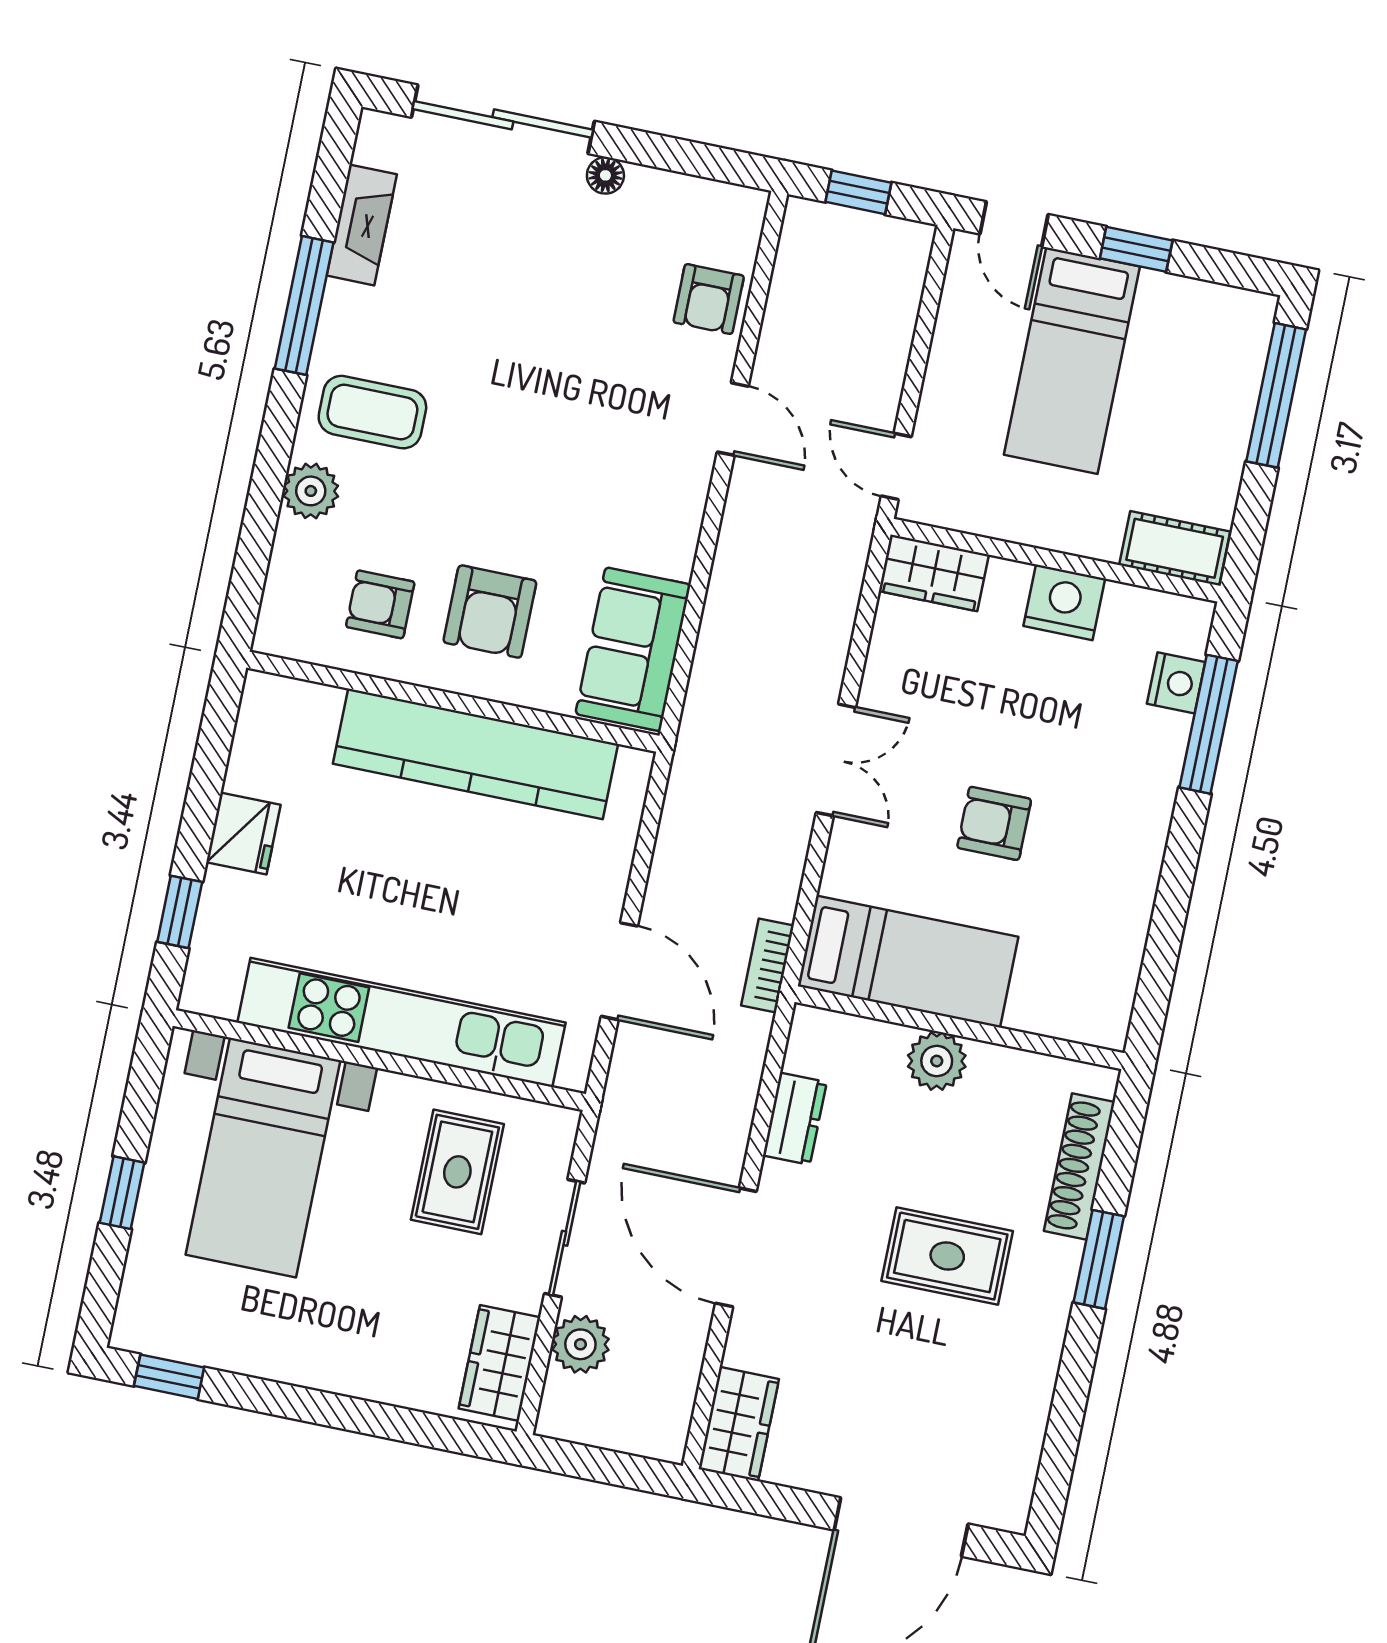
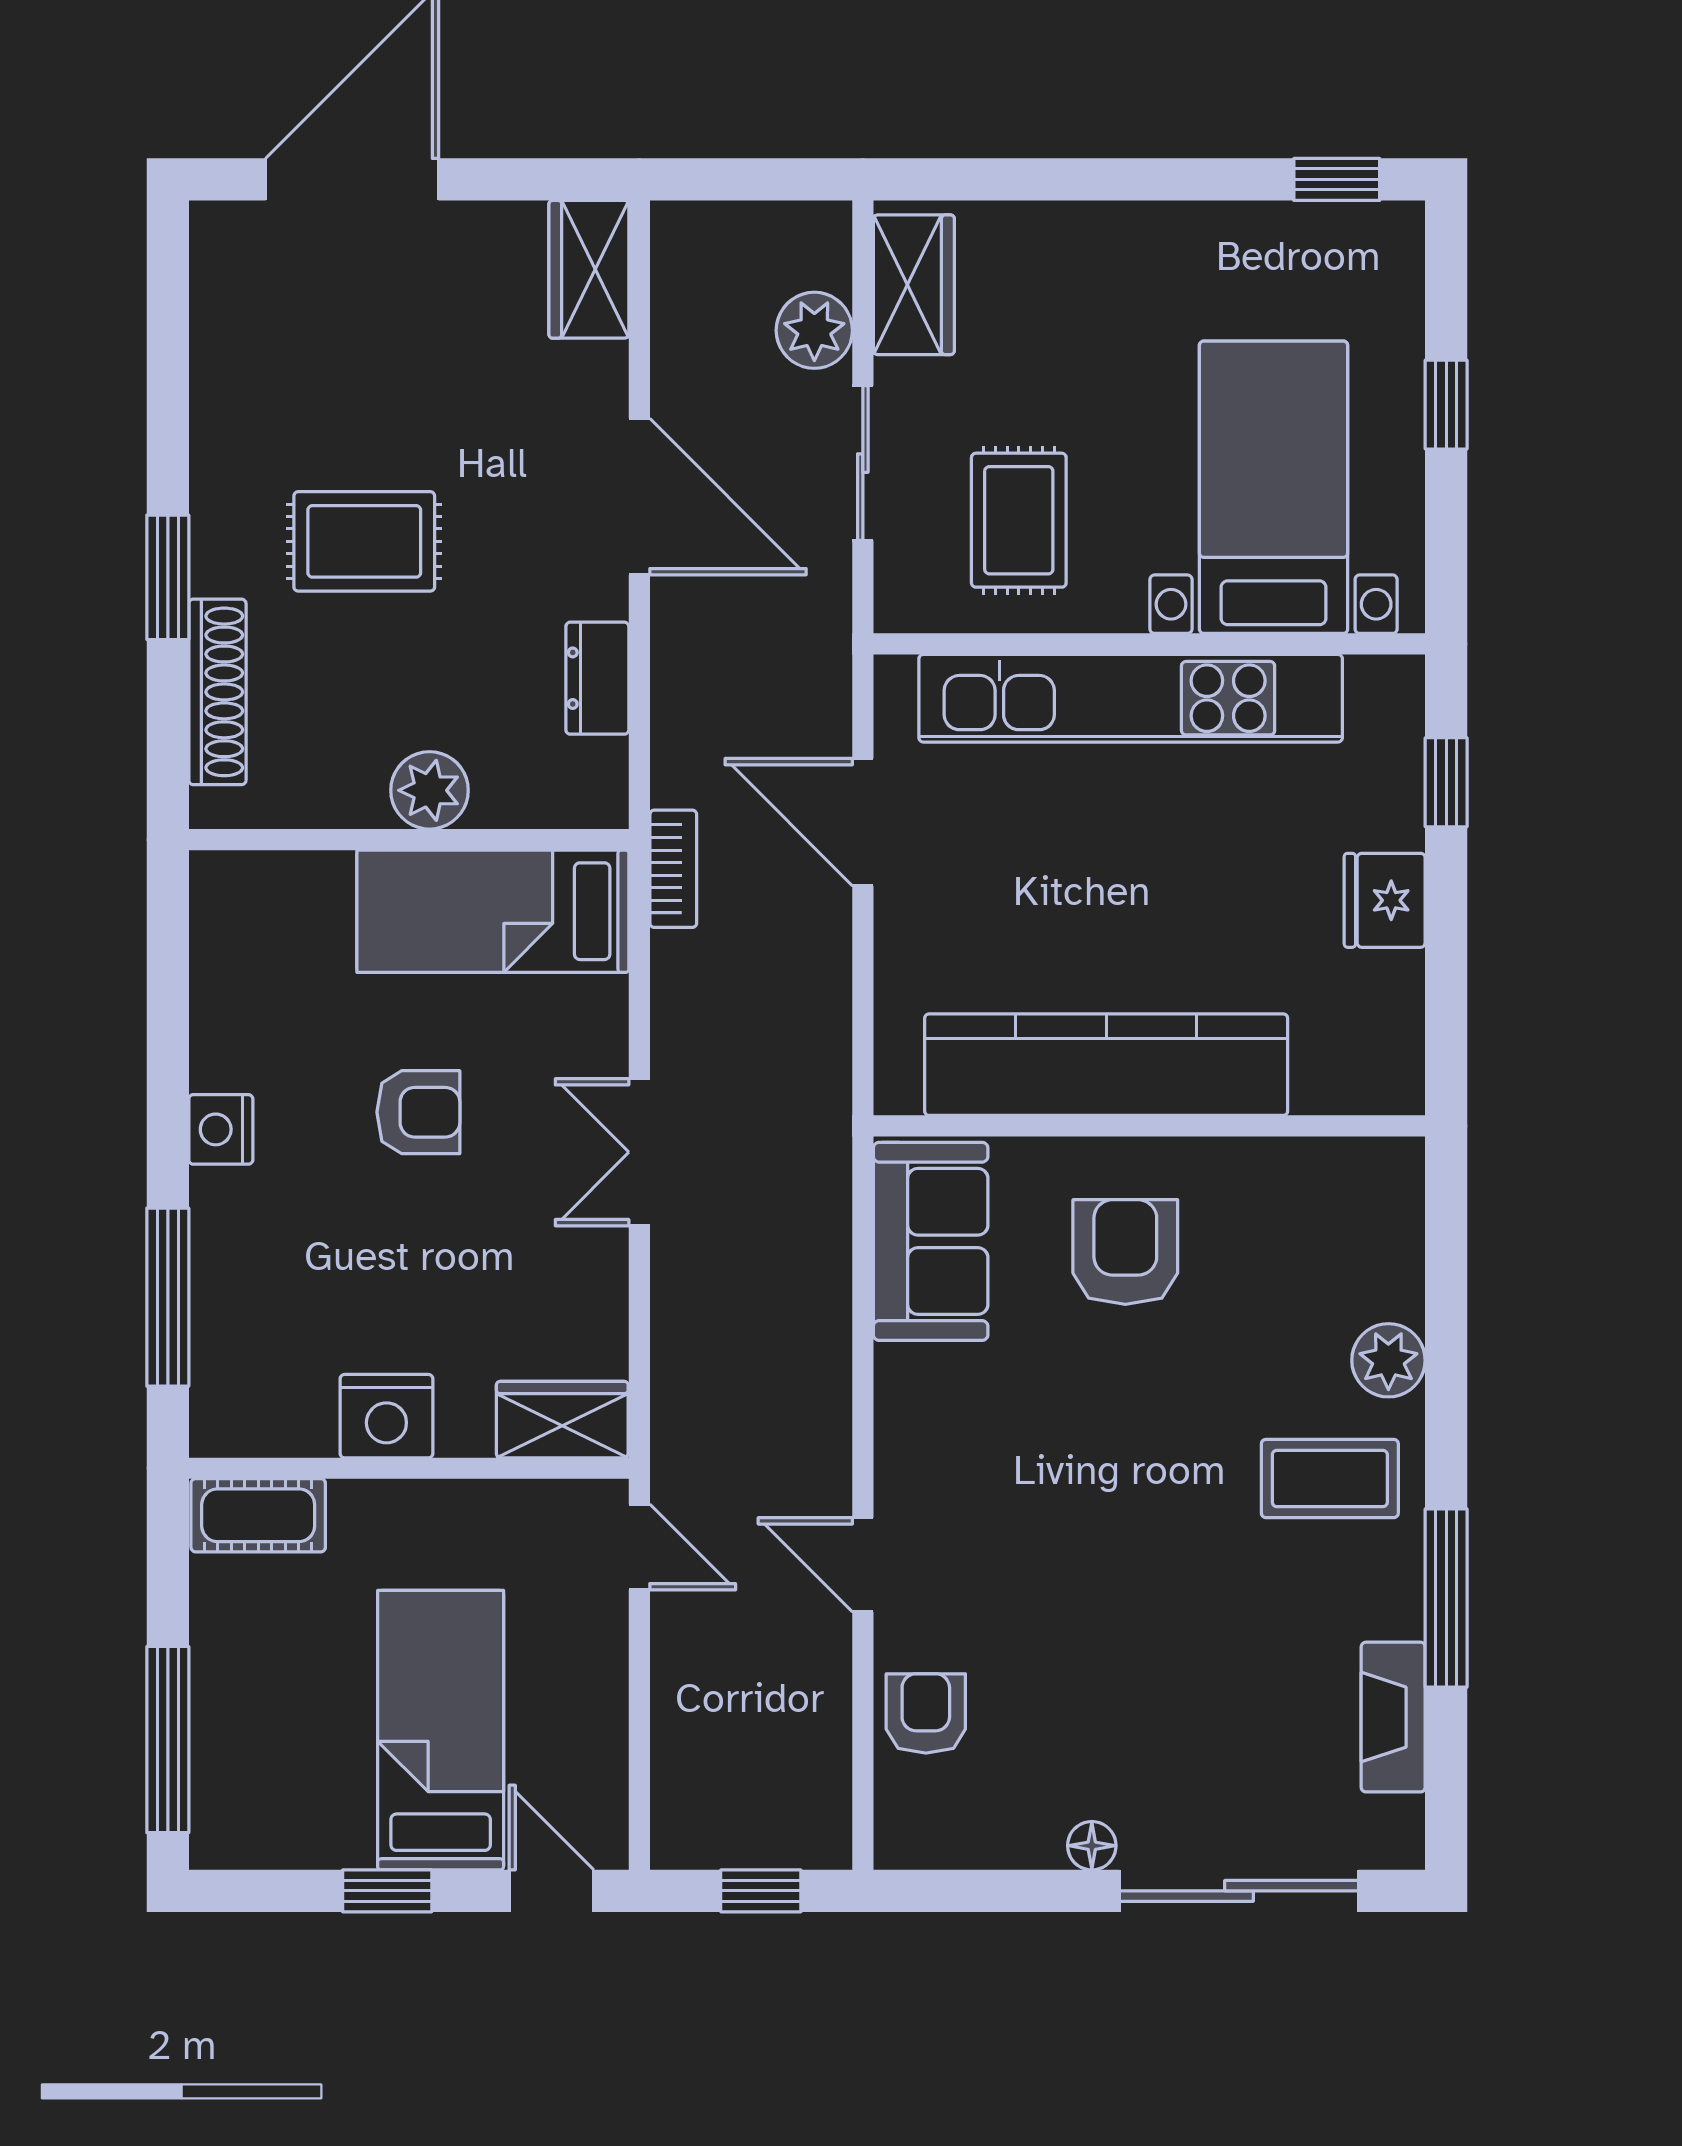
armchair: (380, 604) -> (1269, 1232), removed
nightstand: (1176, 683) -> (221, 1129), moved

